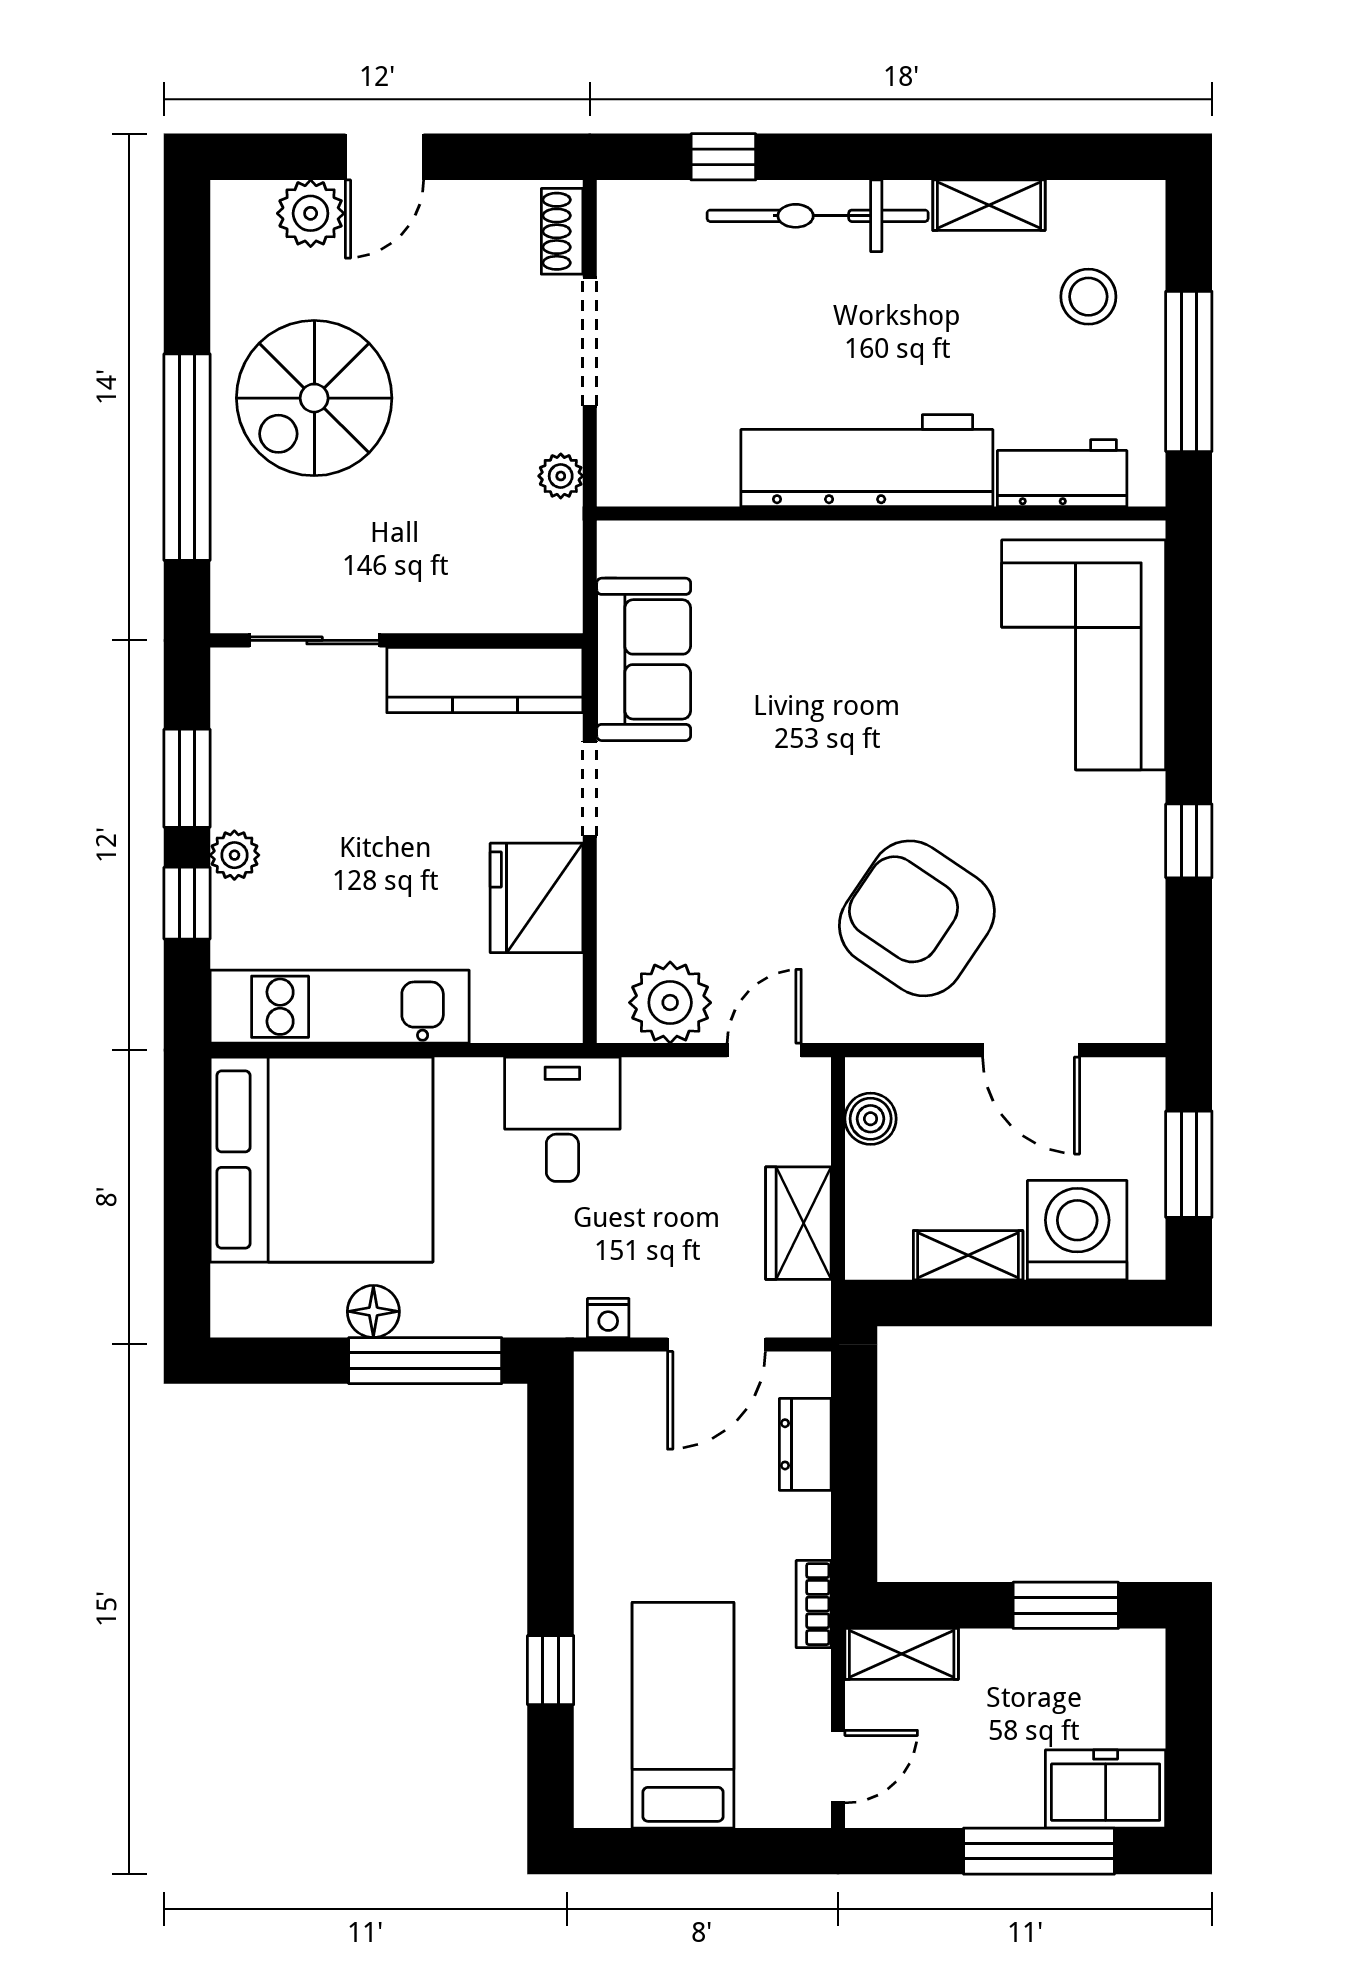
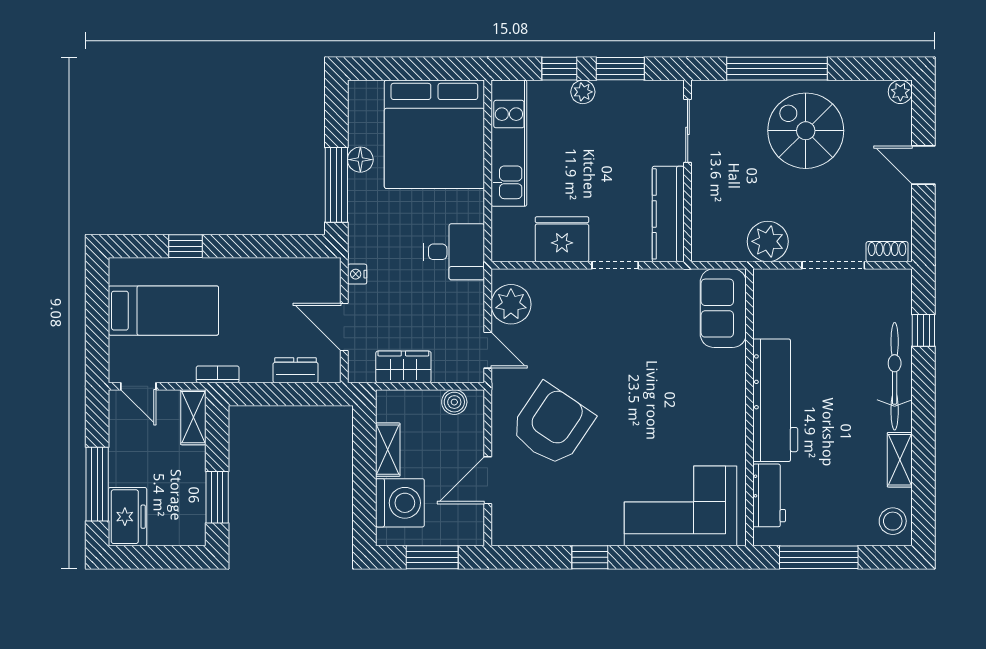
plant: (311, 213) -> (900, 92), moved, width x0.73, depth x0.73
stool: (1088, 297) -> (893, 521), moved
plant: (561, 476) -> (768, 241), width x1.87, depth x1.87
sofa: (644, 659) -> (723, 308), moved, turned 90

